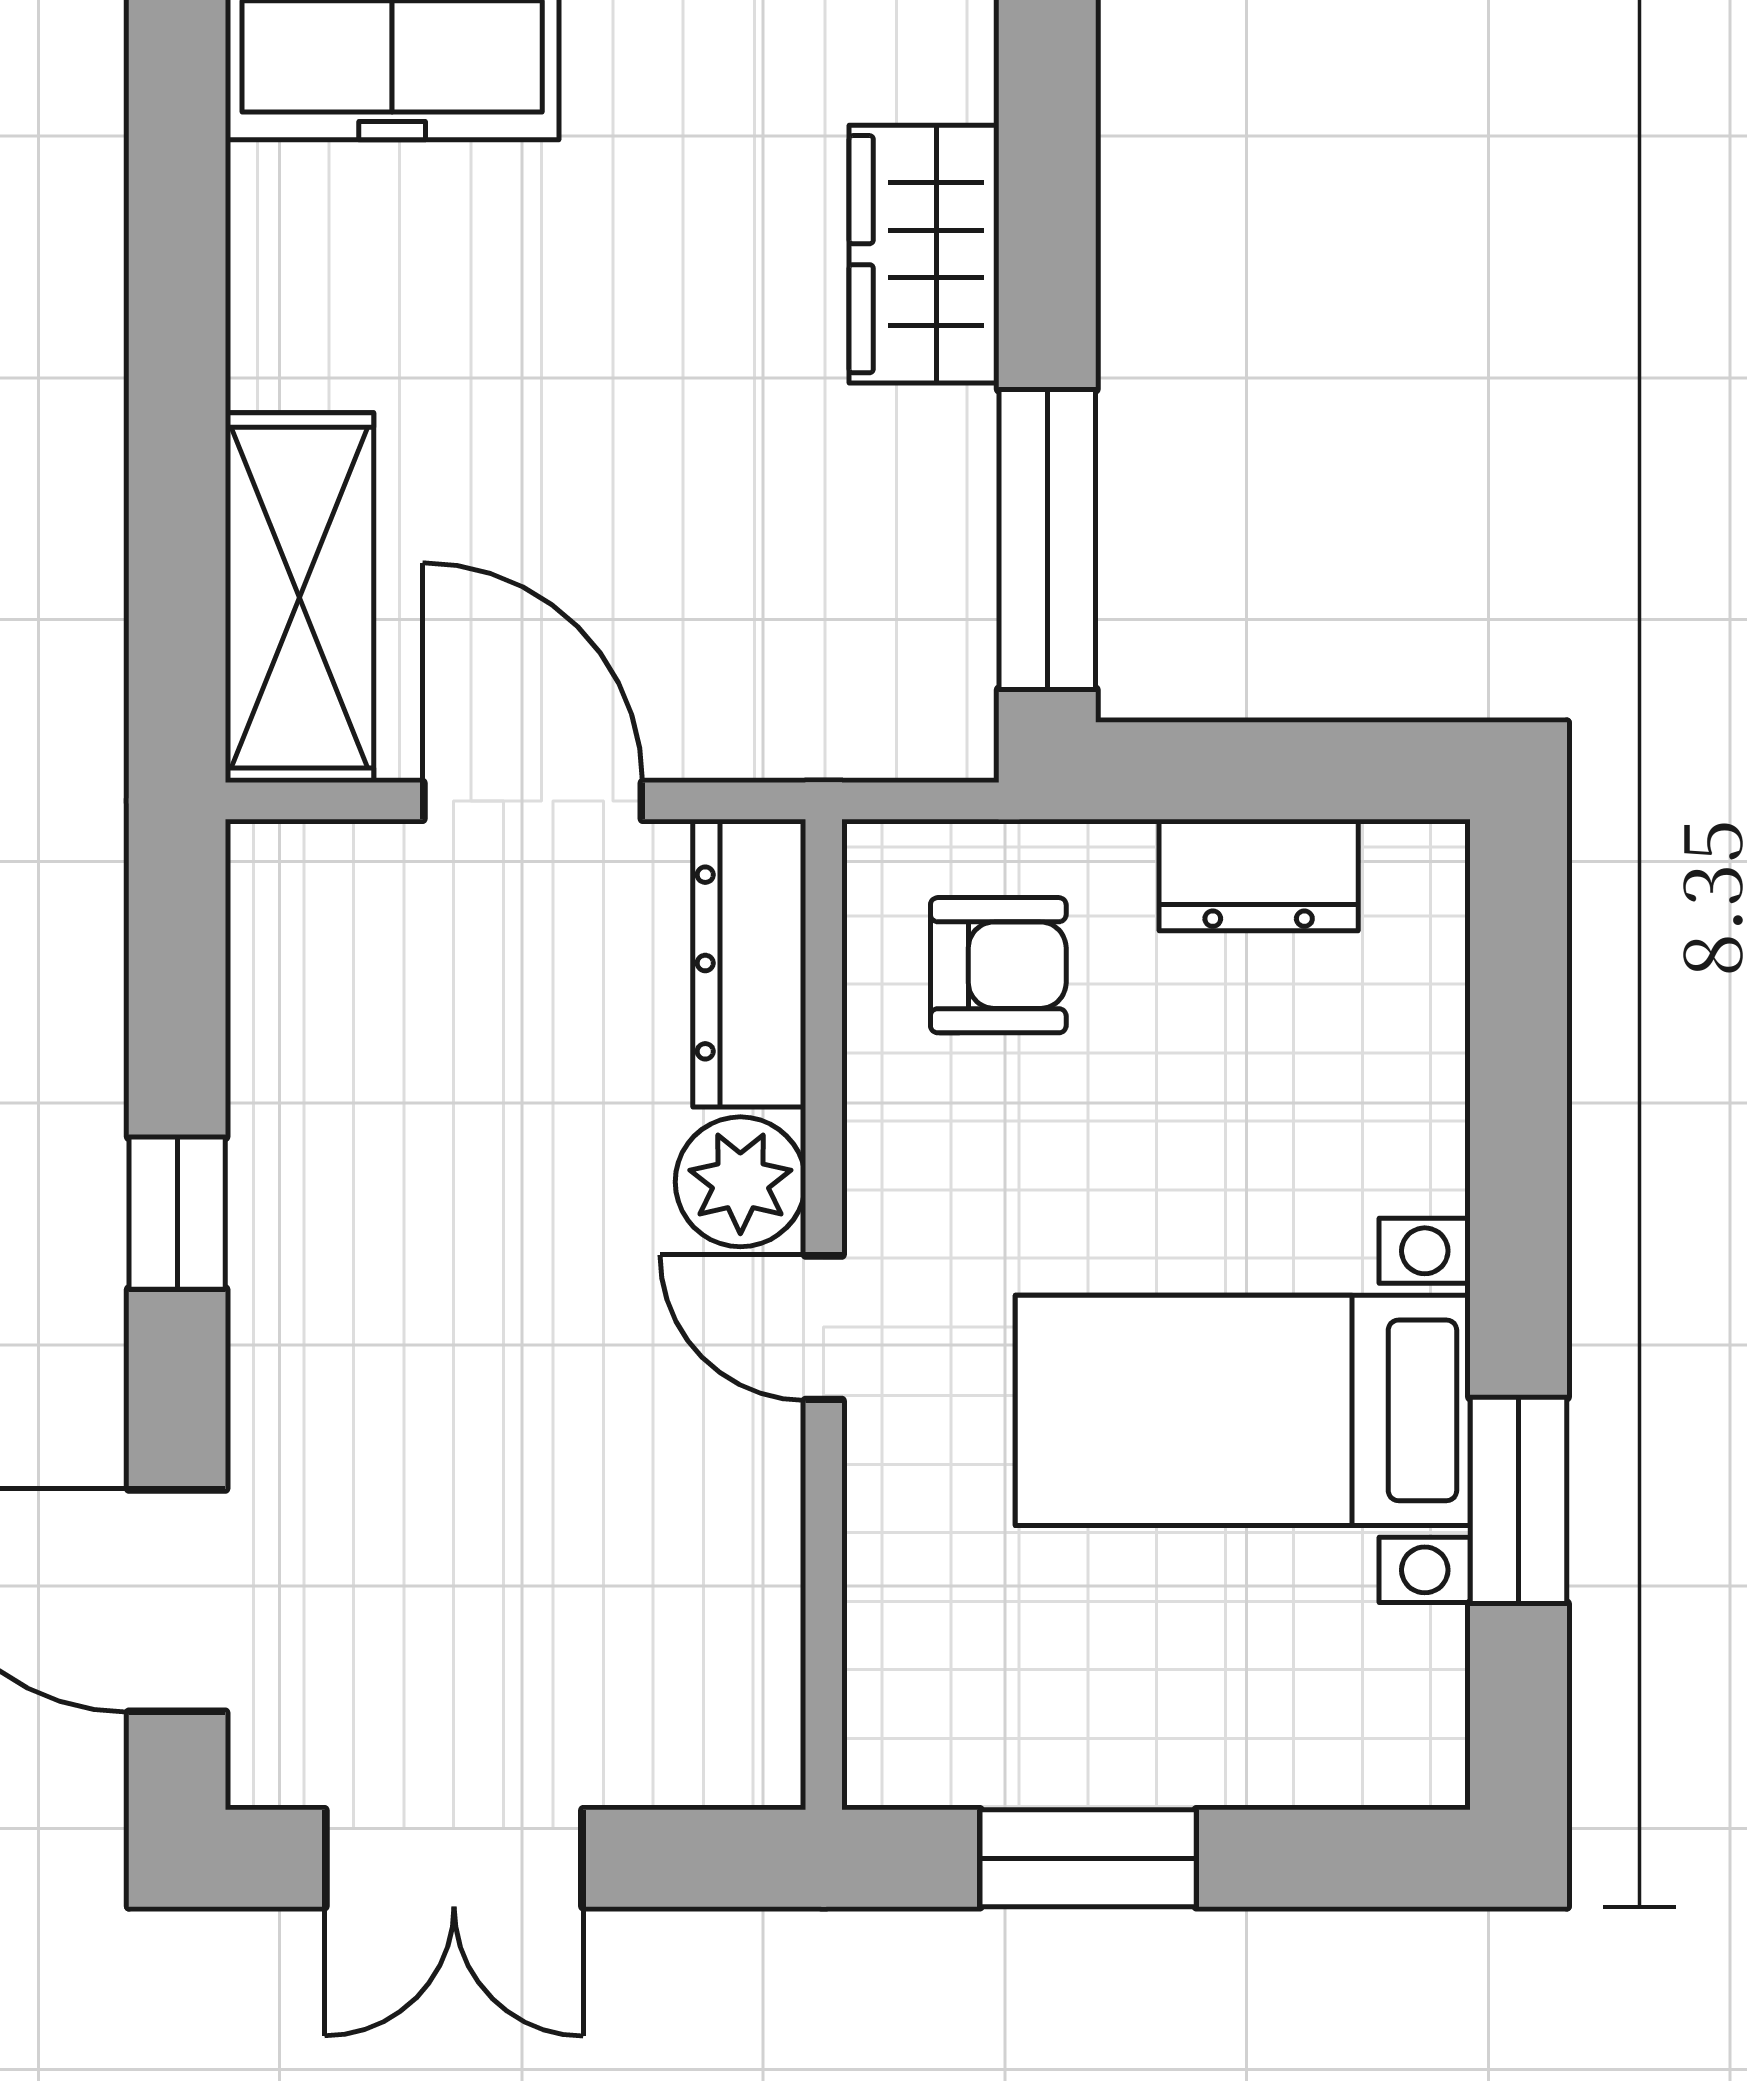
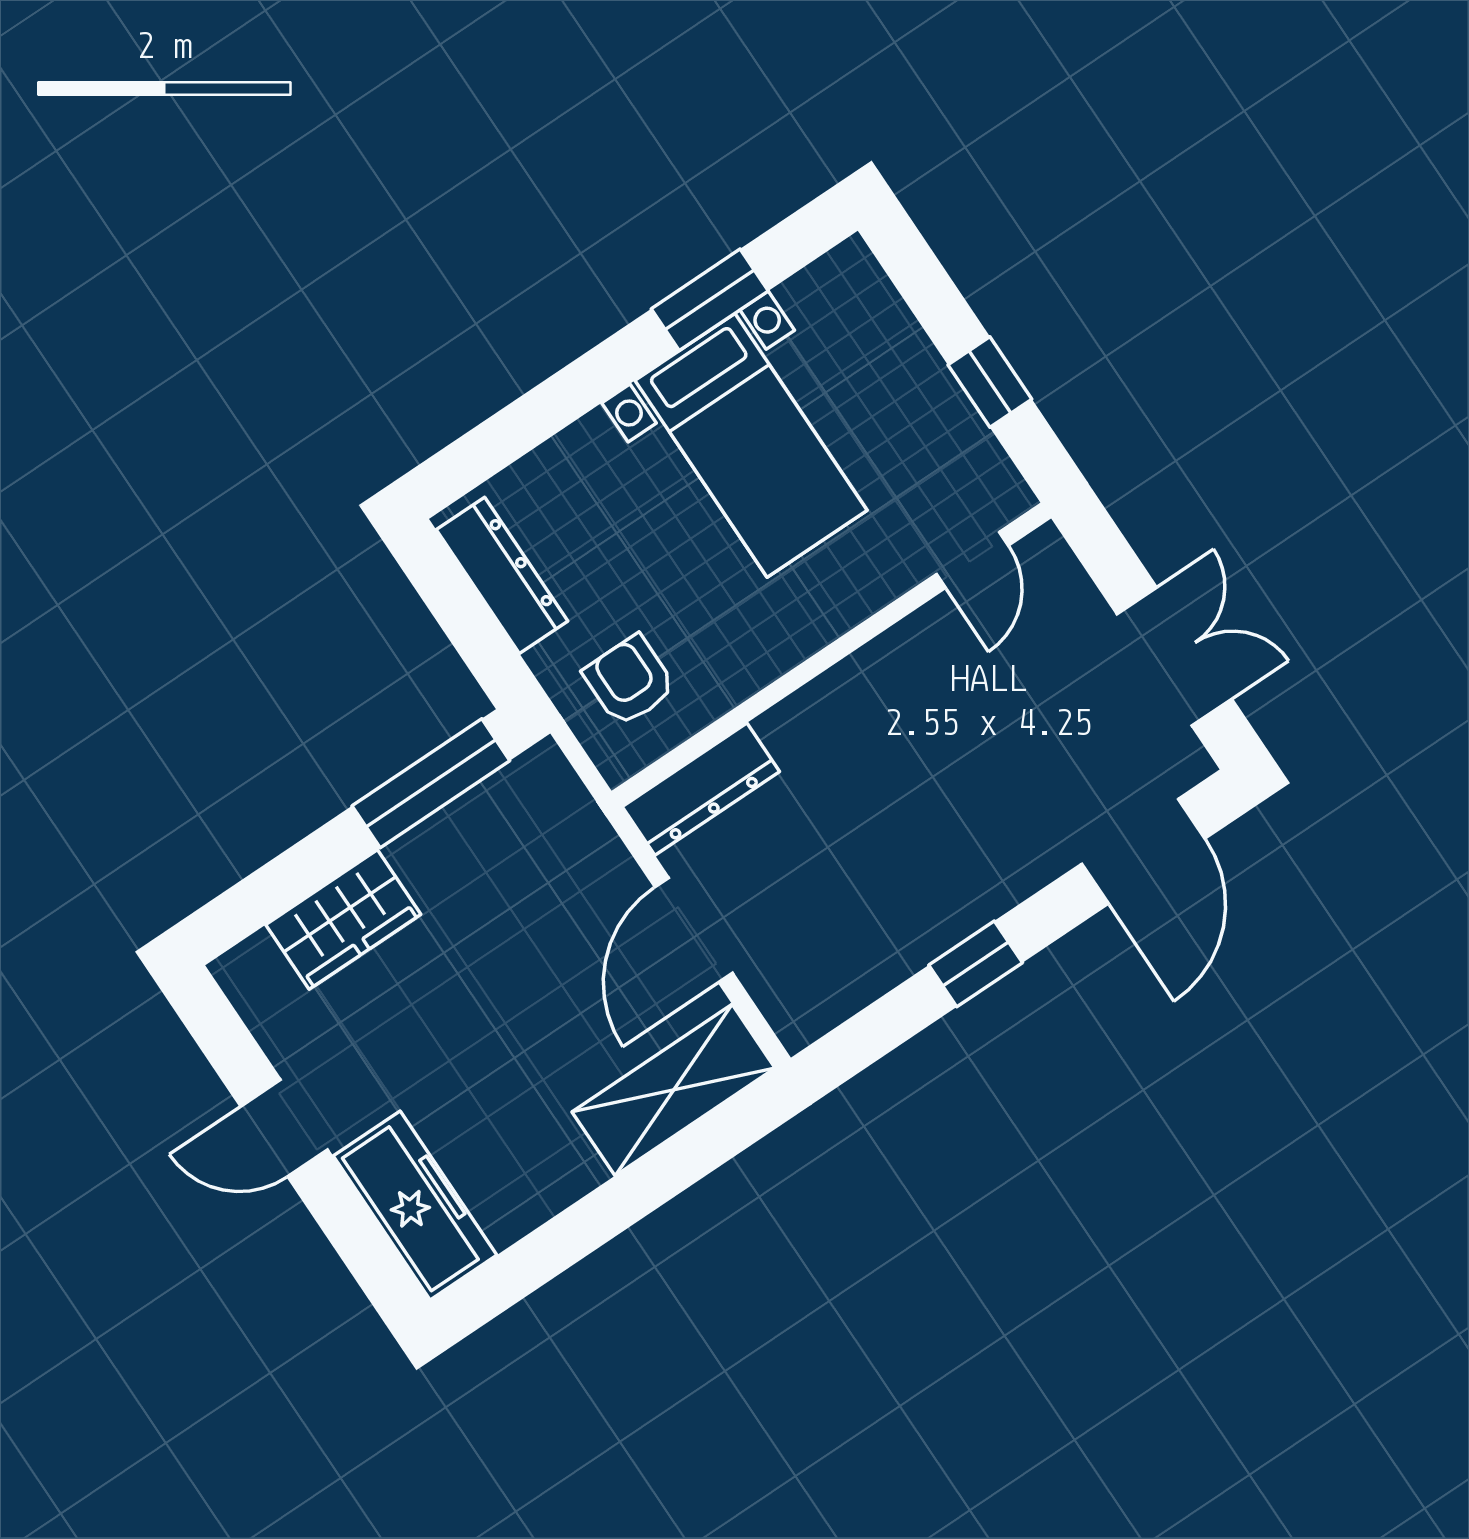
dresser: (1259, 875) -> (502, 575), width x1.44
plant: (740, 1182) -> (798, 729), removed
door: (824, 1328) -> (972, 560), moved
window: (1088, 1858) -> (990, 382), width x0.67

